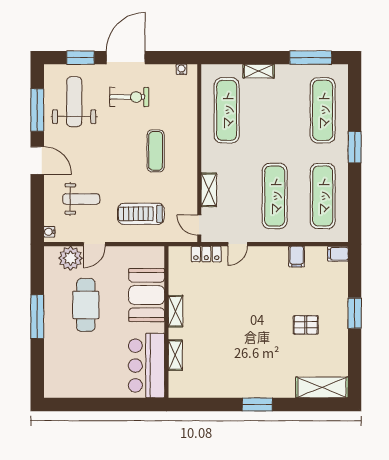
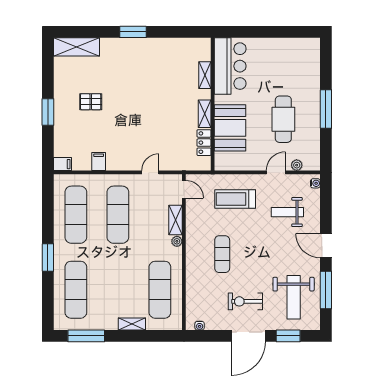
plant: (207, 166) -> (177, 241), added
treadmill: (141, 214) -> (235, 199), turned 180
locker: (206, 254) -> (204, 143), moved, turned -90
plant: (71, 258) -> (297, 165), width x0.53, depth x0.53

